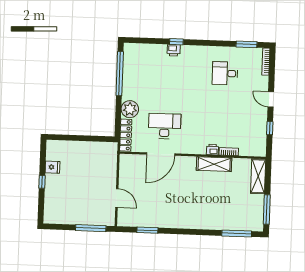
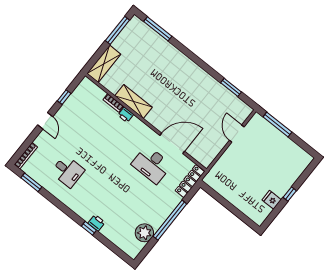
window: (120, 74) -> (170, 220), moved
plant: (130, 109) -> (144, 233), moved

